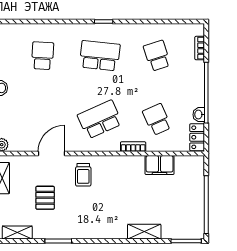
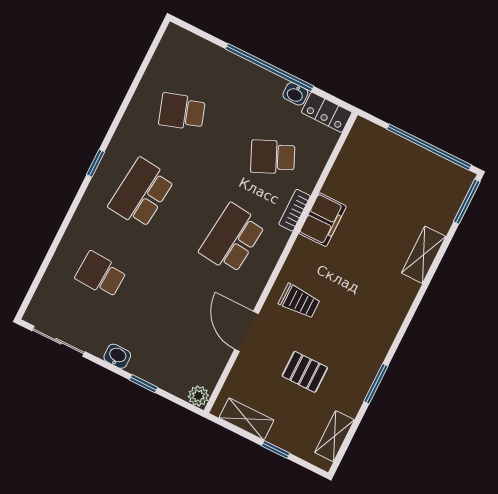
bookcase: (200, 48) -> (201, 45), removed
school desk: (100, 119) -> (232, 238), turned 30
filing cabinet: (160, 165) -> (323, 220), moved

